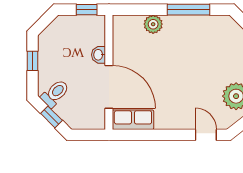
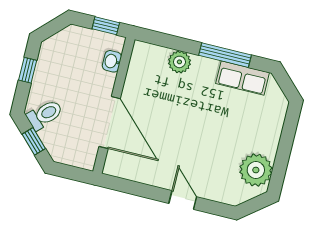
washbasin: (99, 55) -> (112, 61), moved
row of seats: (133, 120) -> (243, 78), moved, turned 180
door: (206, 135) -> (183, 200), moved

